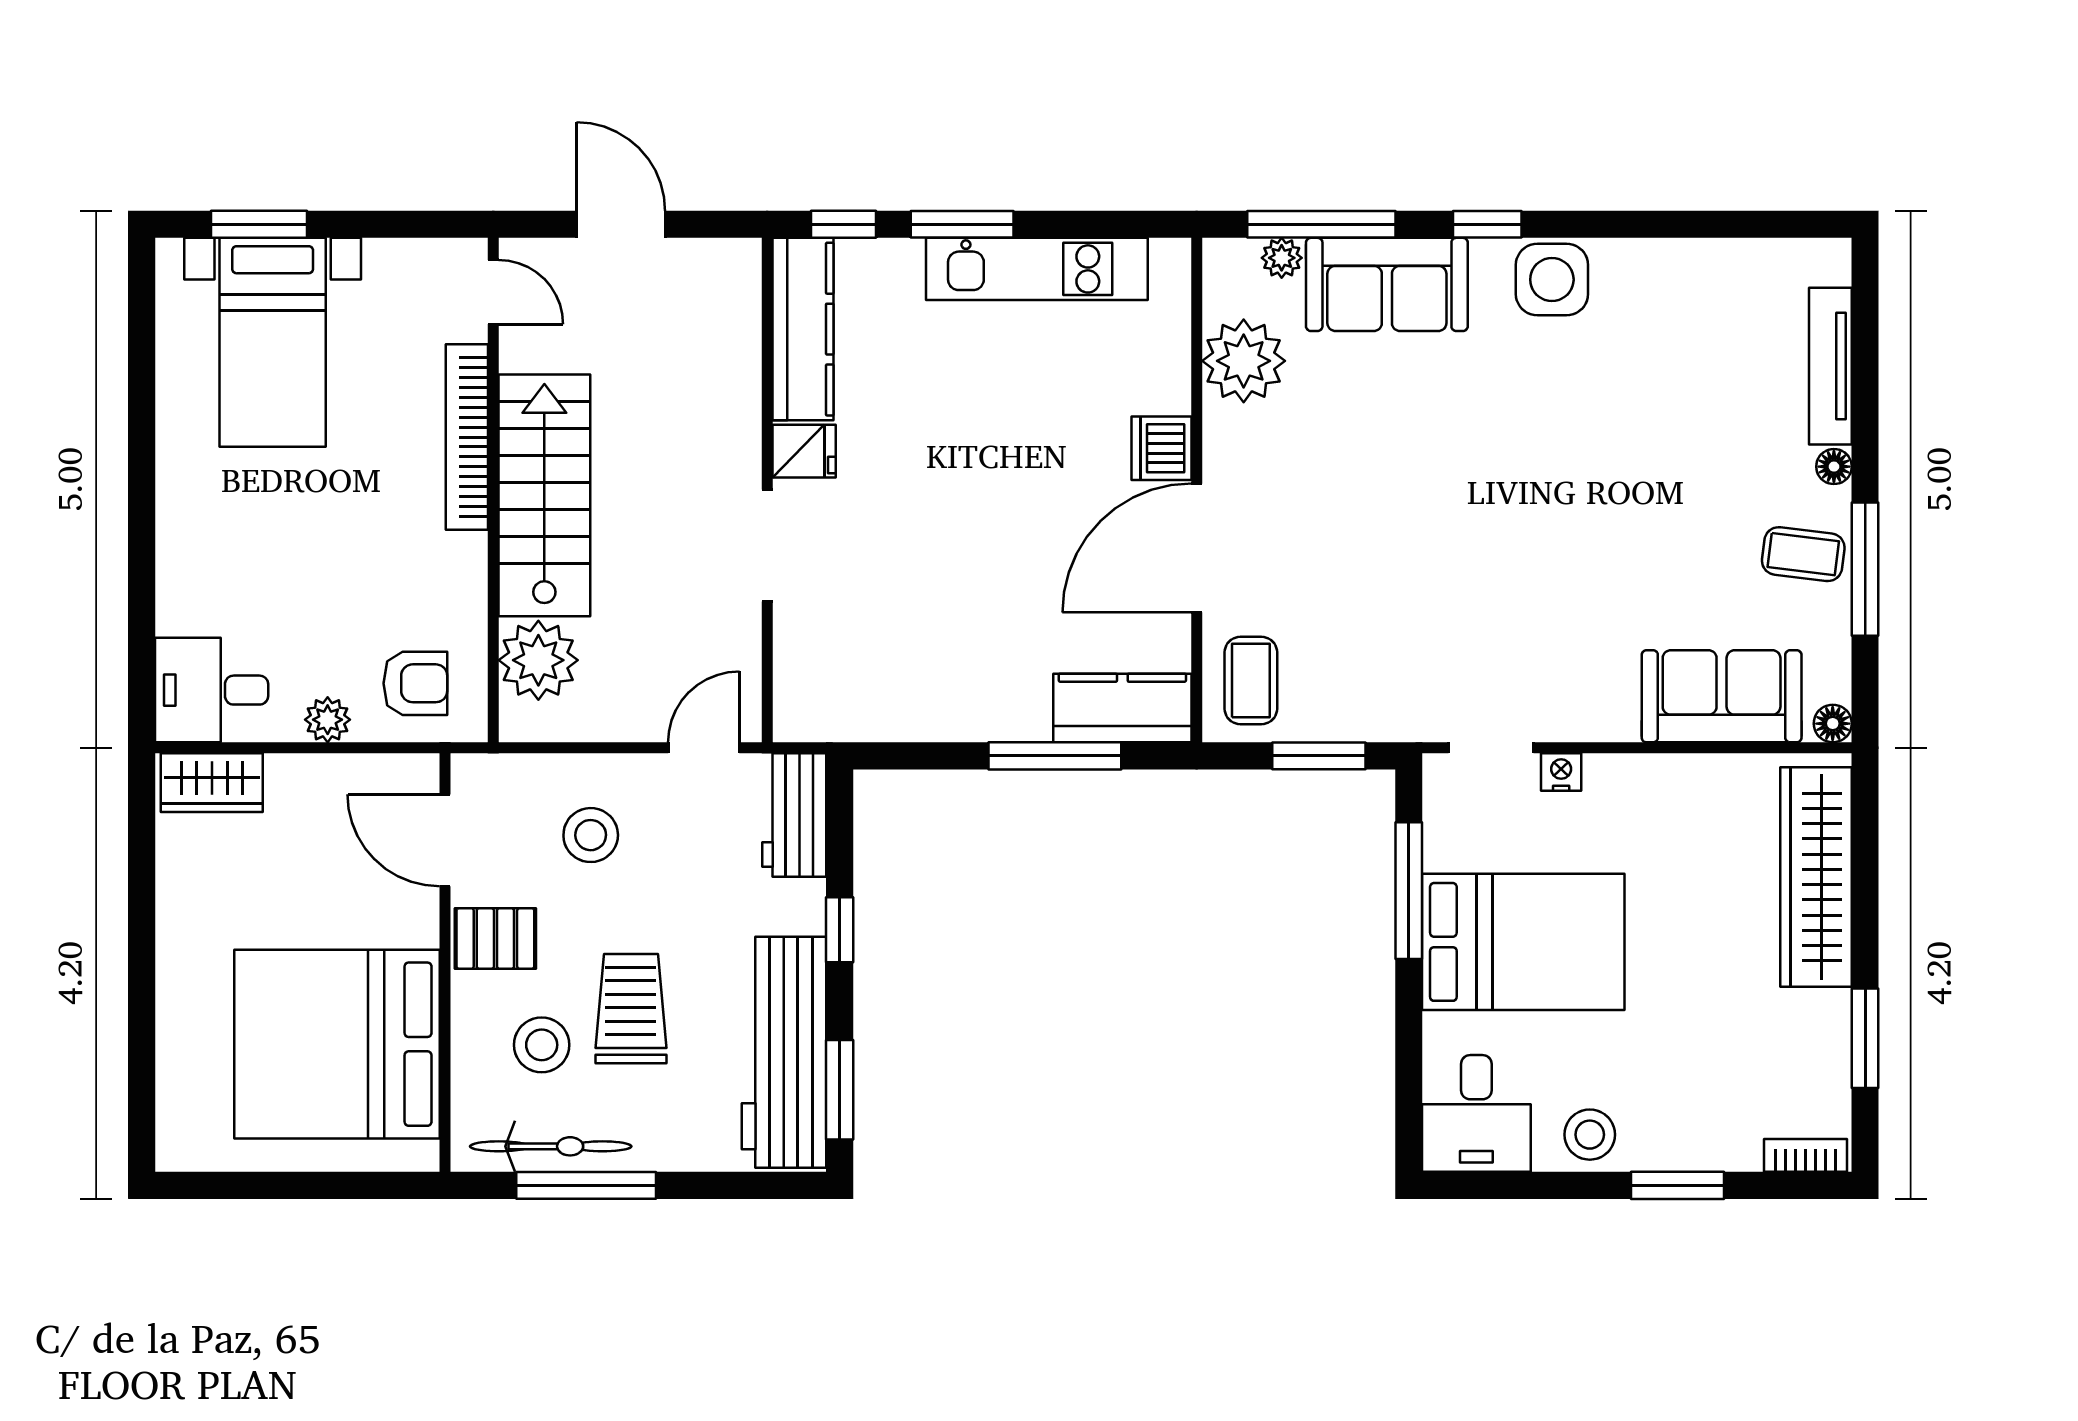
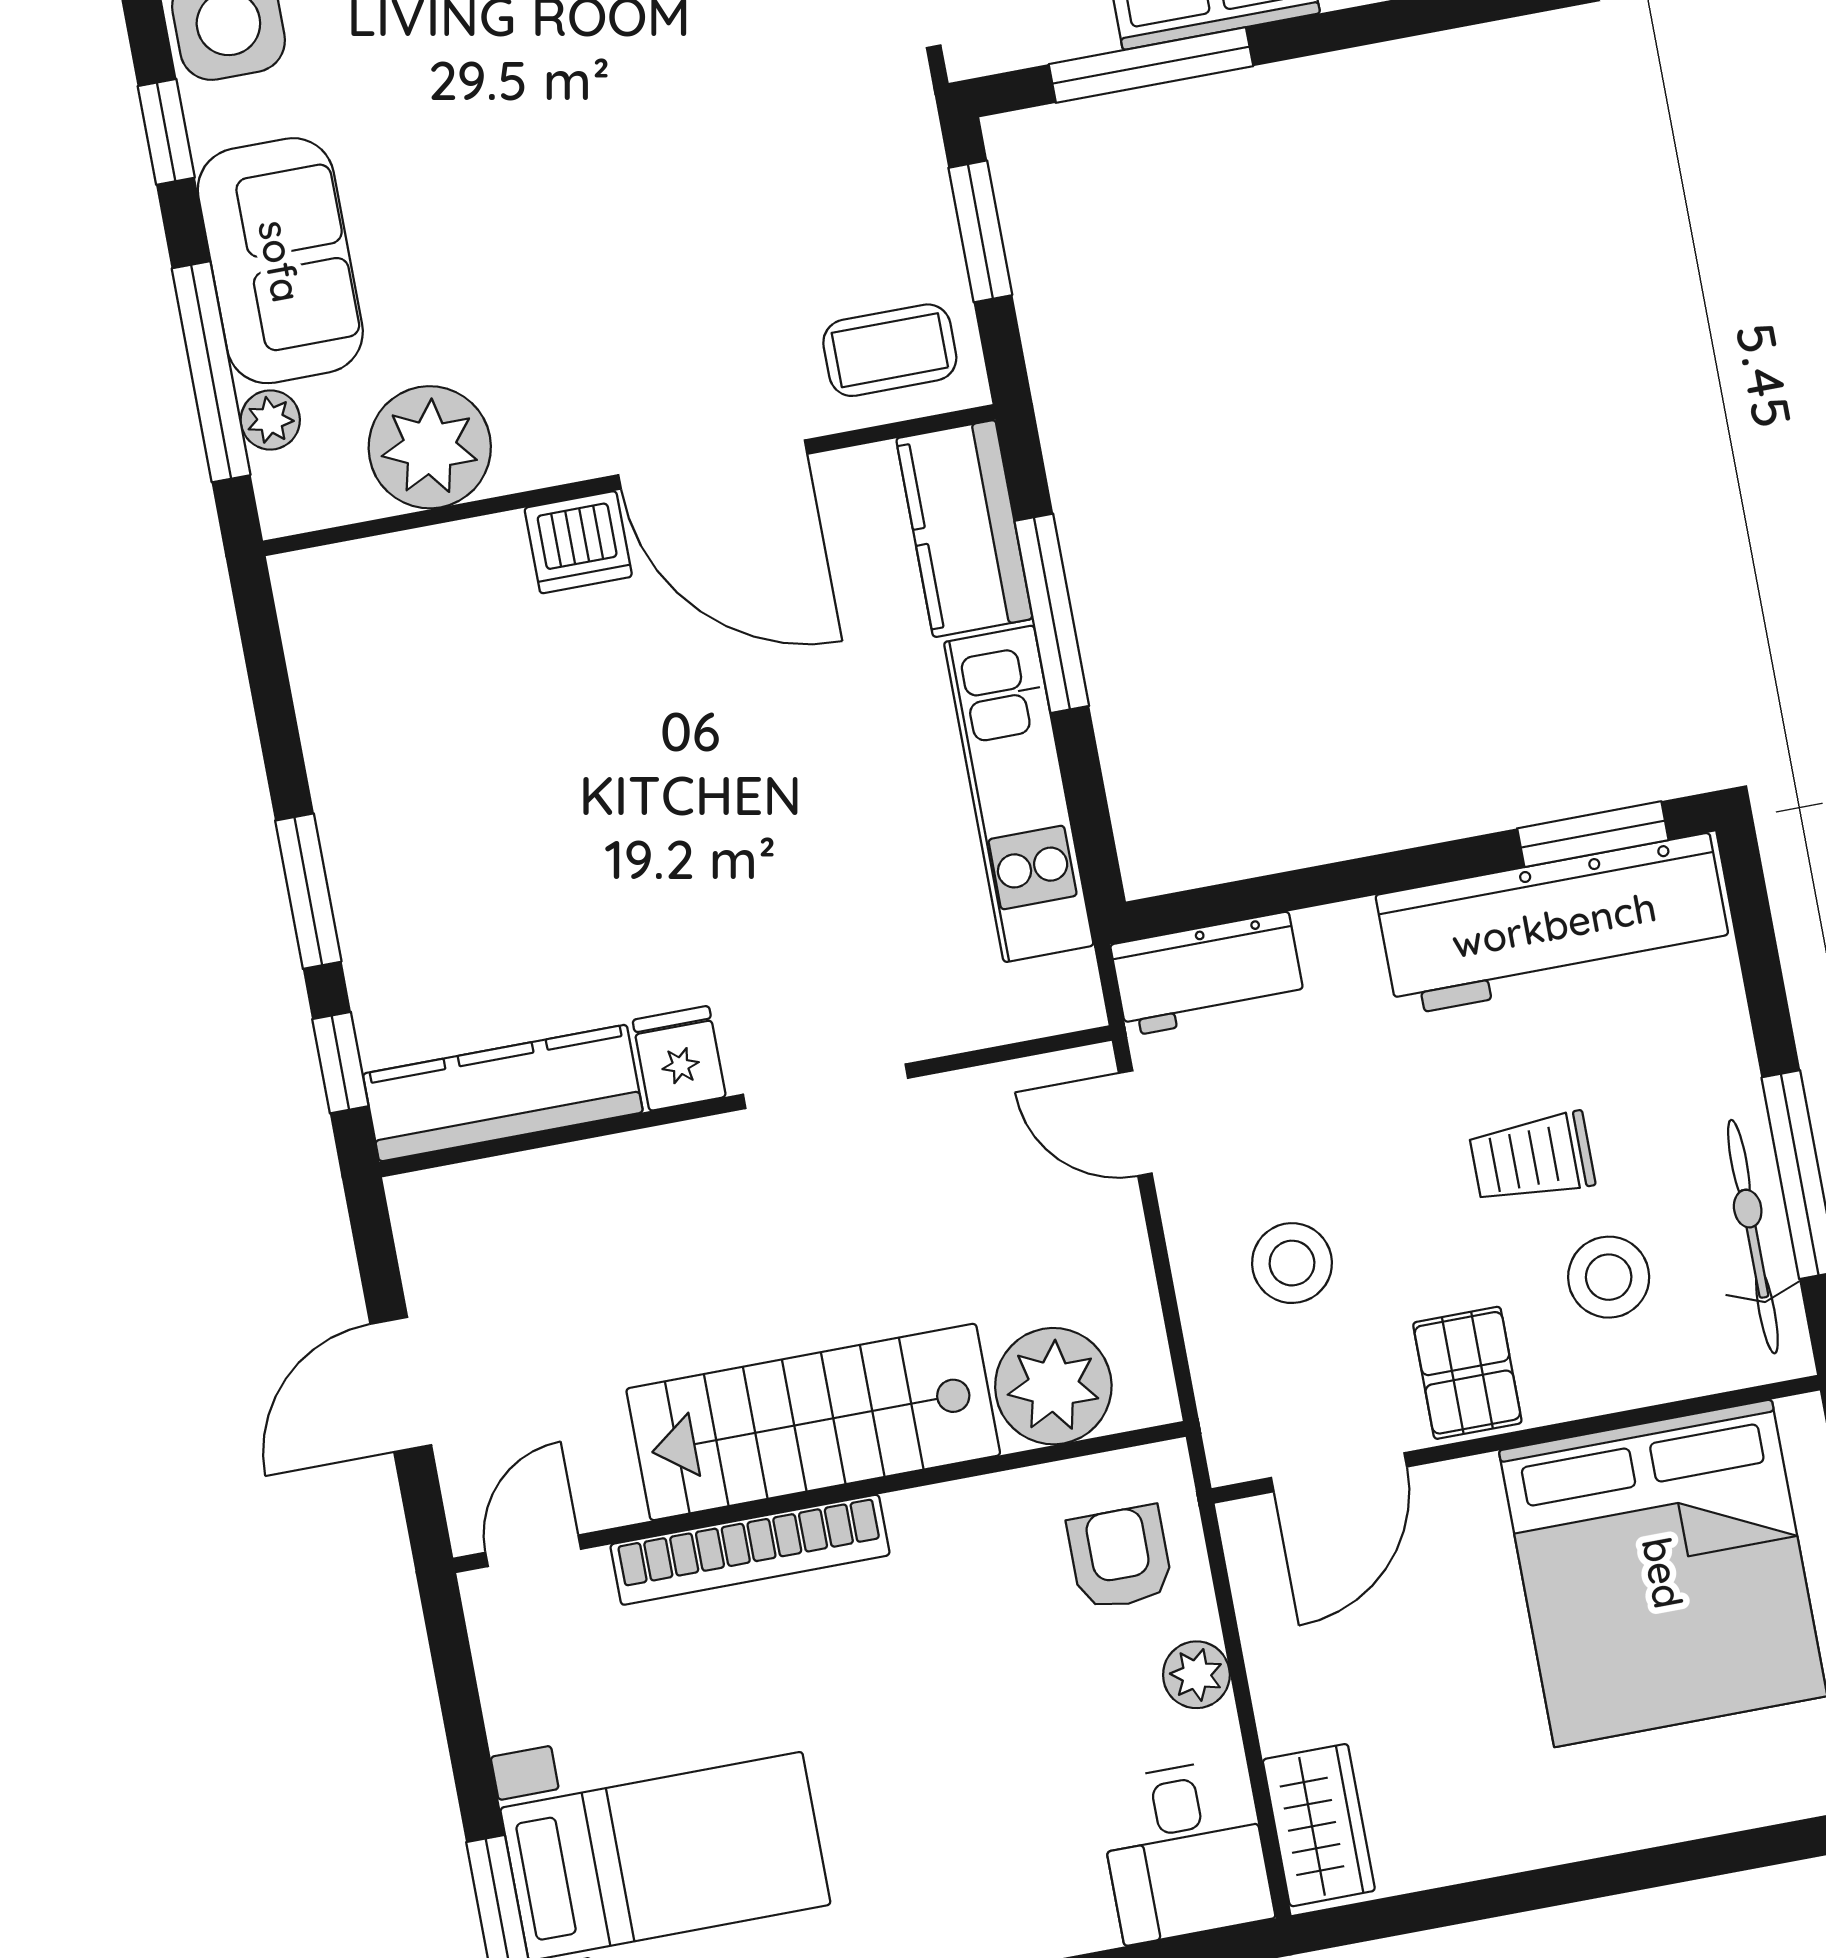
kitchen unit: (1037, 269) -> (1019, 794), moved, turned 180
window: (840, 930) -> (1362, 877), removed
trolley: (631, 1009) -> (1532, 1158), width x0.73, depth x0.72

